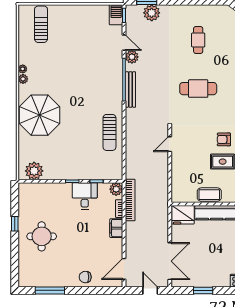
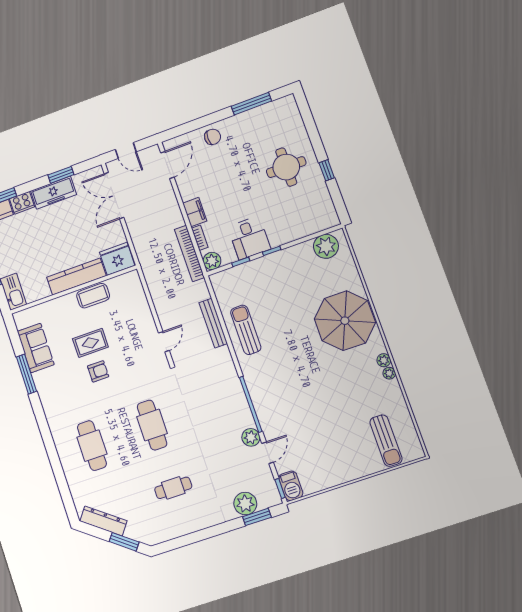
cafe table: (198, 40) -> (173, 488), turned 90
door: (124, 43) -> (268, 453), swing flipped
bench: (130, 89) -> (213, 323), moved
cafe table: (198, 89) -> (152, 425), turned 90
freezer: (213, 279) -> (54, 193), added

